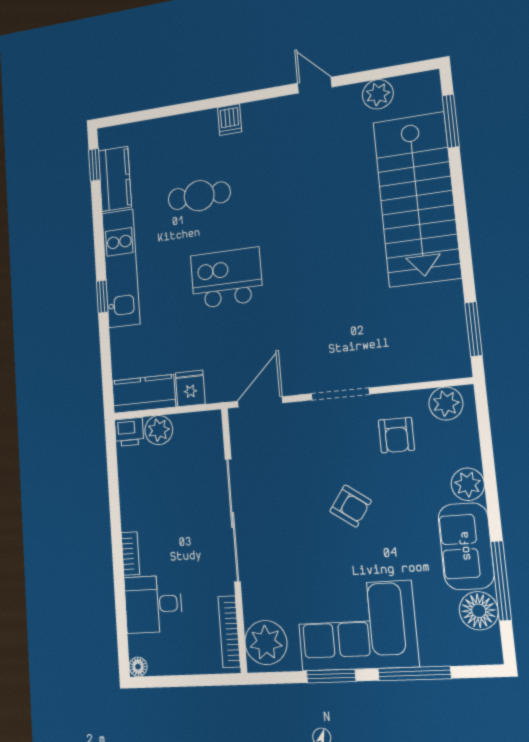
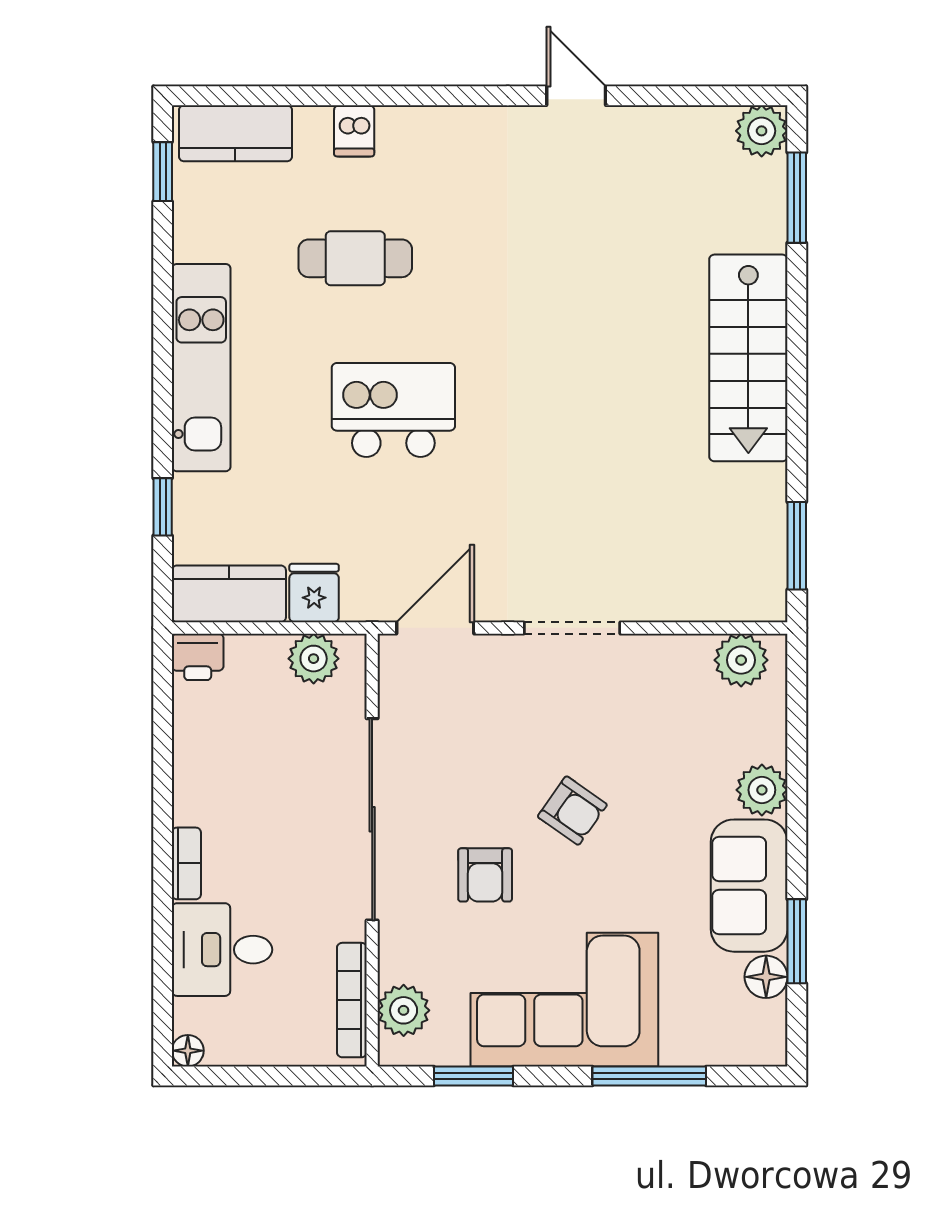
plant: (378, 94) -> (762, 131), moved
dishwasher: (230, 120) -> (354, 131), moved
kitchen counter: (115, 179) -> (235, 133), moved, turned 90
stairs: (417, 199) -> (748, 358), width x0.73, depth x0.66
window: (102, 297) -> (163, 507), moved
plant: (159, 430) -> (314, 659), moved
armchair: (396, 435) -> (485, 875), moved
window: (501, 581) -> (797, 941), width x0.69
floor lamp: (479, 611) -> (766, 977), width x0.73, depth x0.73
plant: (266, 643) -> (404, 1010), width x0.73, depth x0.73
window: (331, 676) -> (474, 1076), moved

